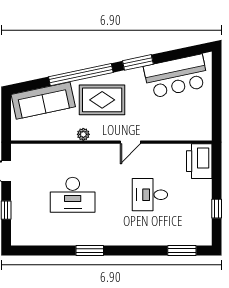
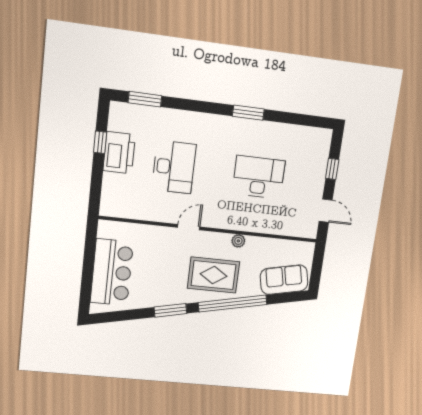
bar counter: (176, 76) -> (112, 272), moved, turned 102
sofa: (43, 101) -> (284, 280), width x0.73
printer: (199, 161) -> (119, 153), moved
desk: (150, 195) -> (174, 167), width x1.37

